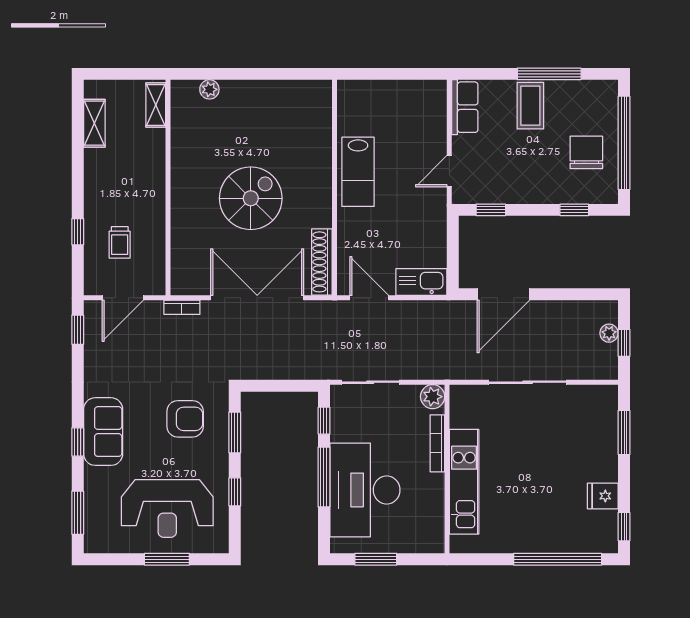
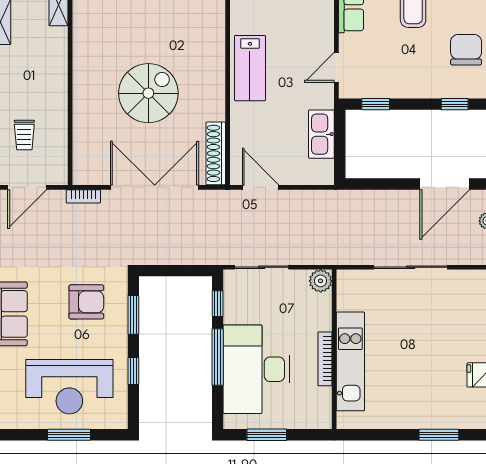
kitchen sink: (421, 282) -> (321, 134), moved, turned -90
door: (503, 294) -> (445, 184), moved
bookcase: (437, 443) -> (325, 359), moved
window: (558, 559) -> (439, 435), width x0.47

